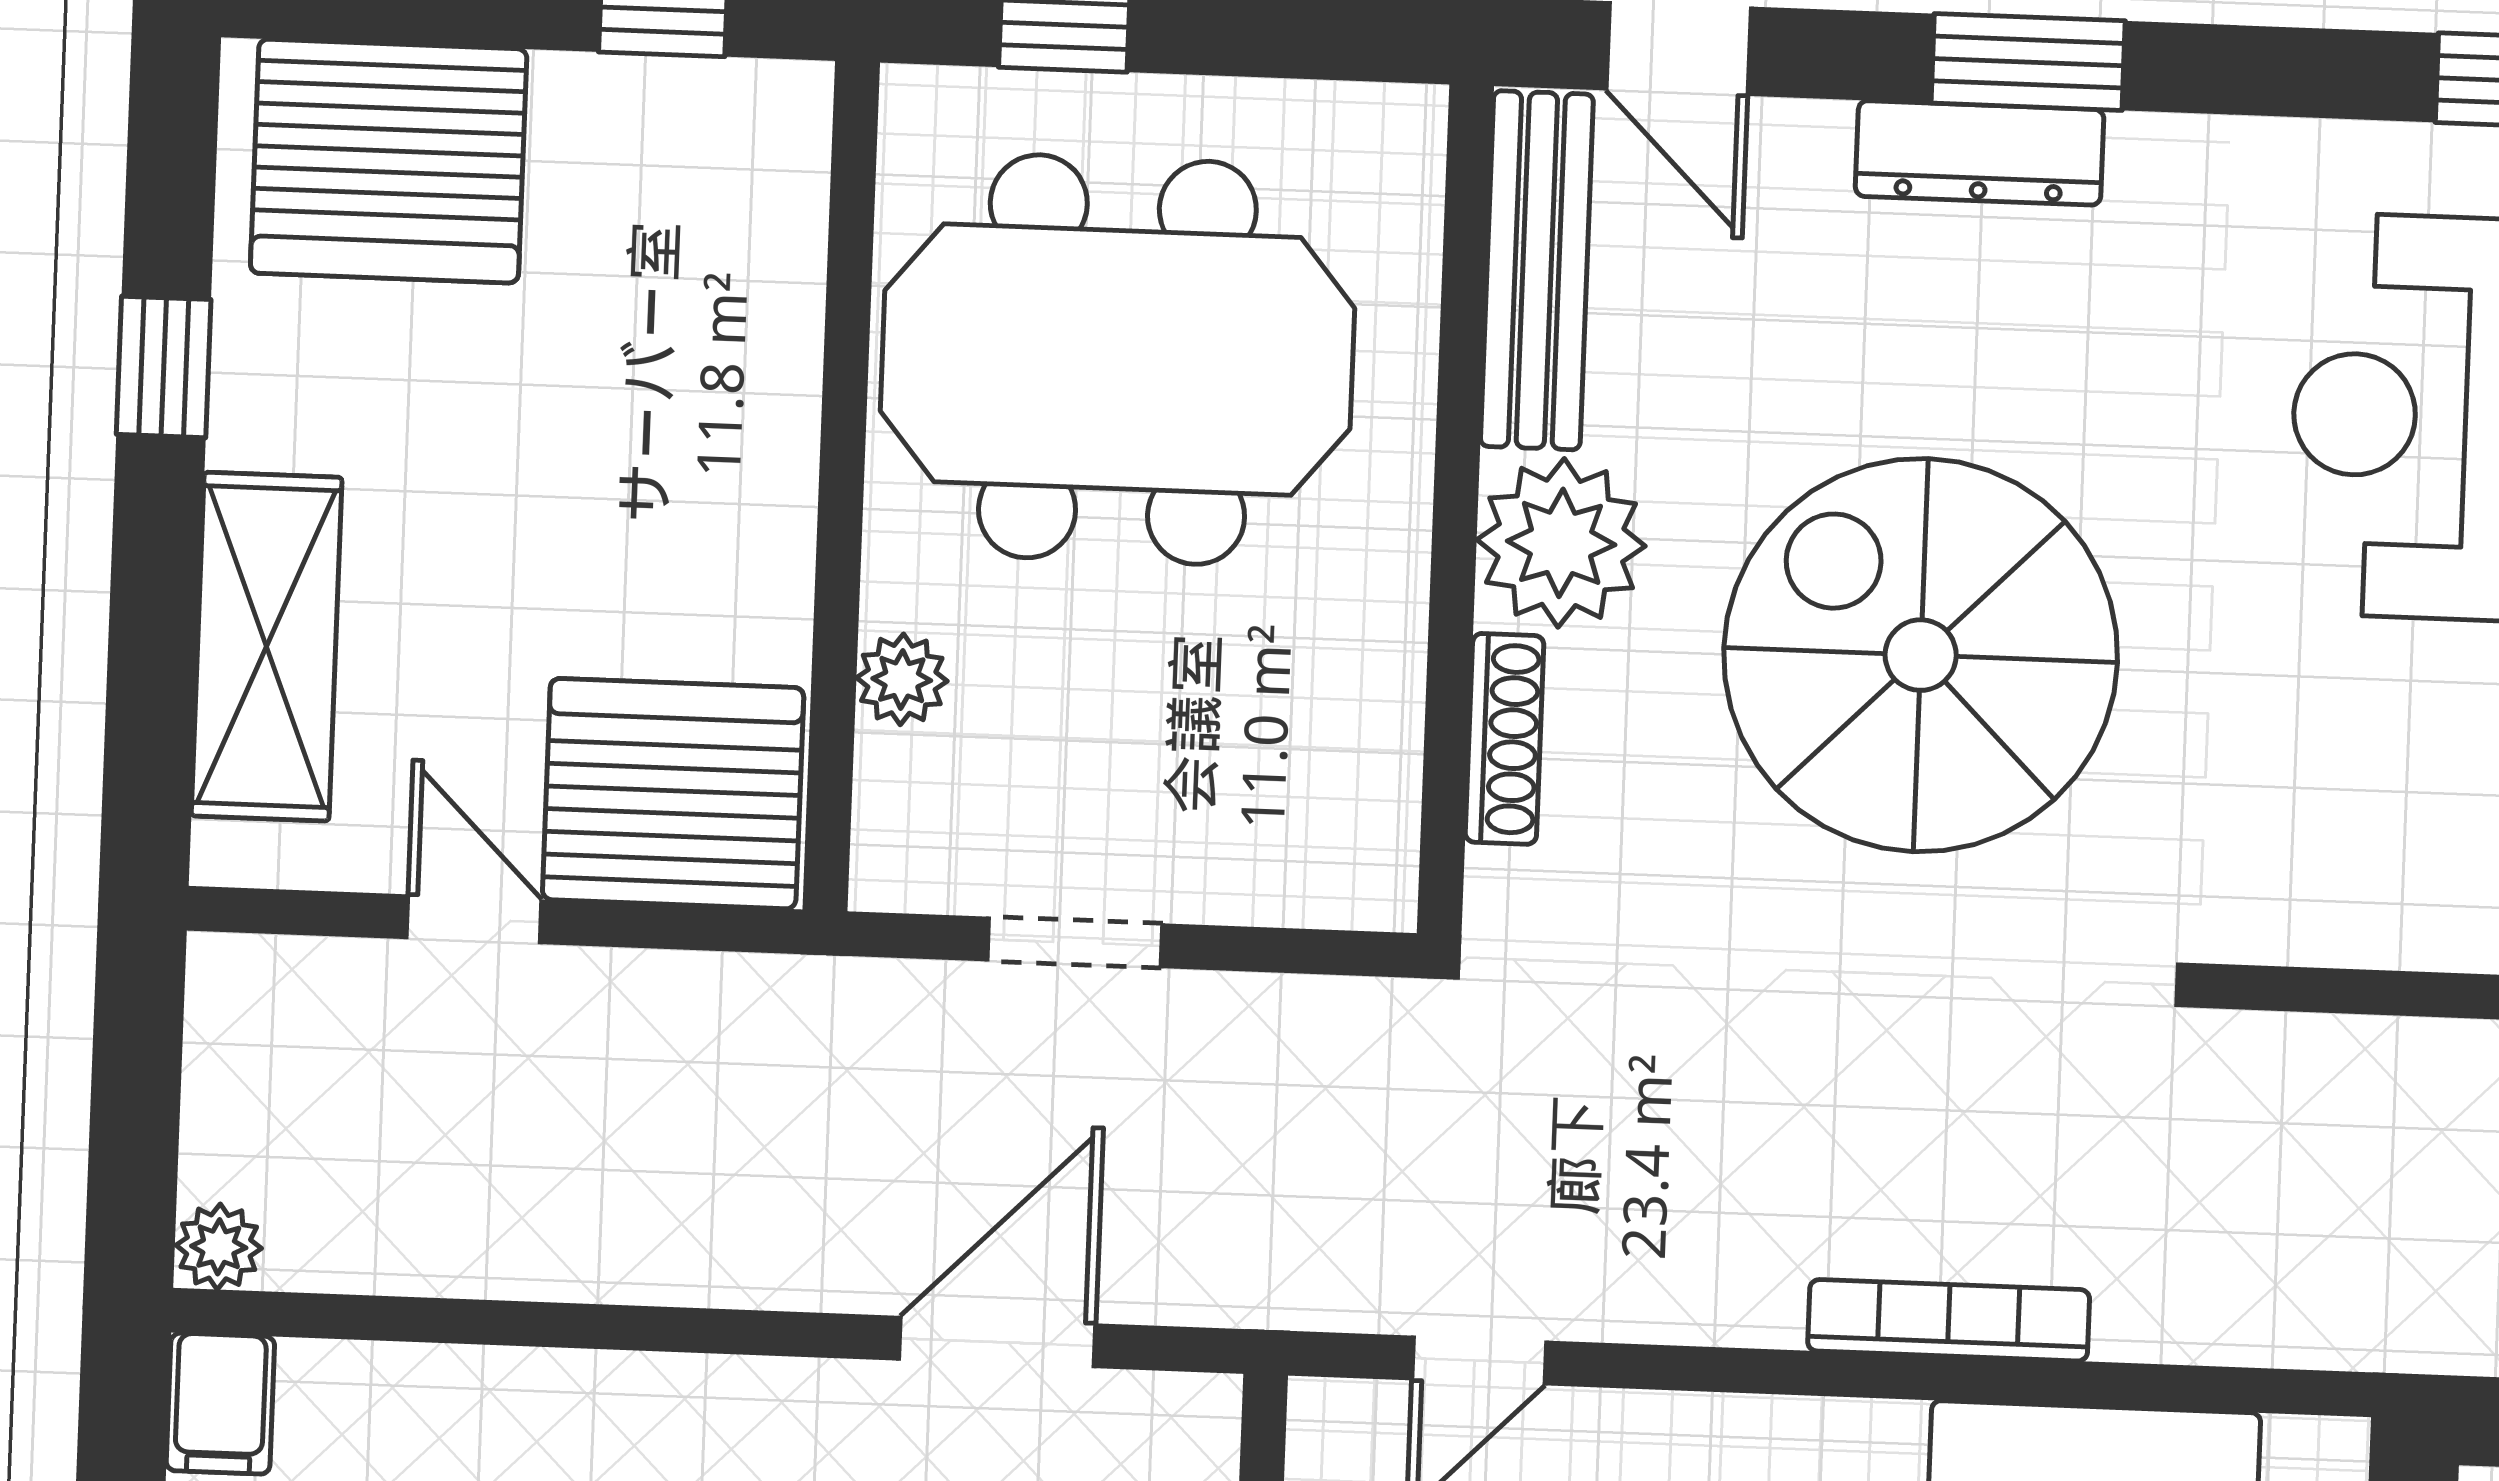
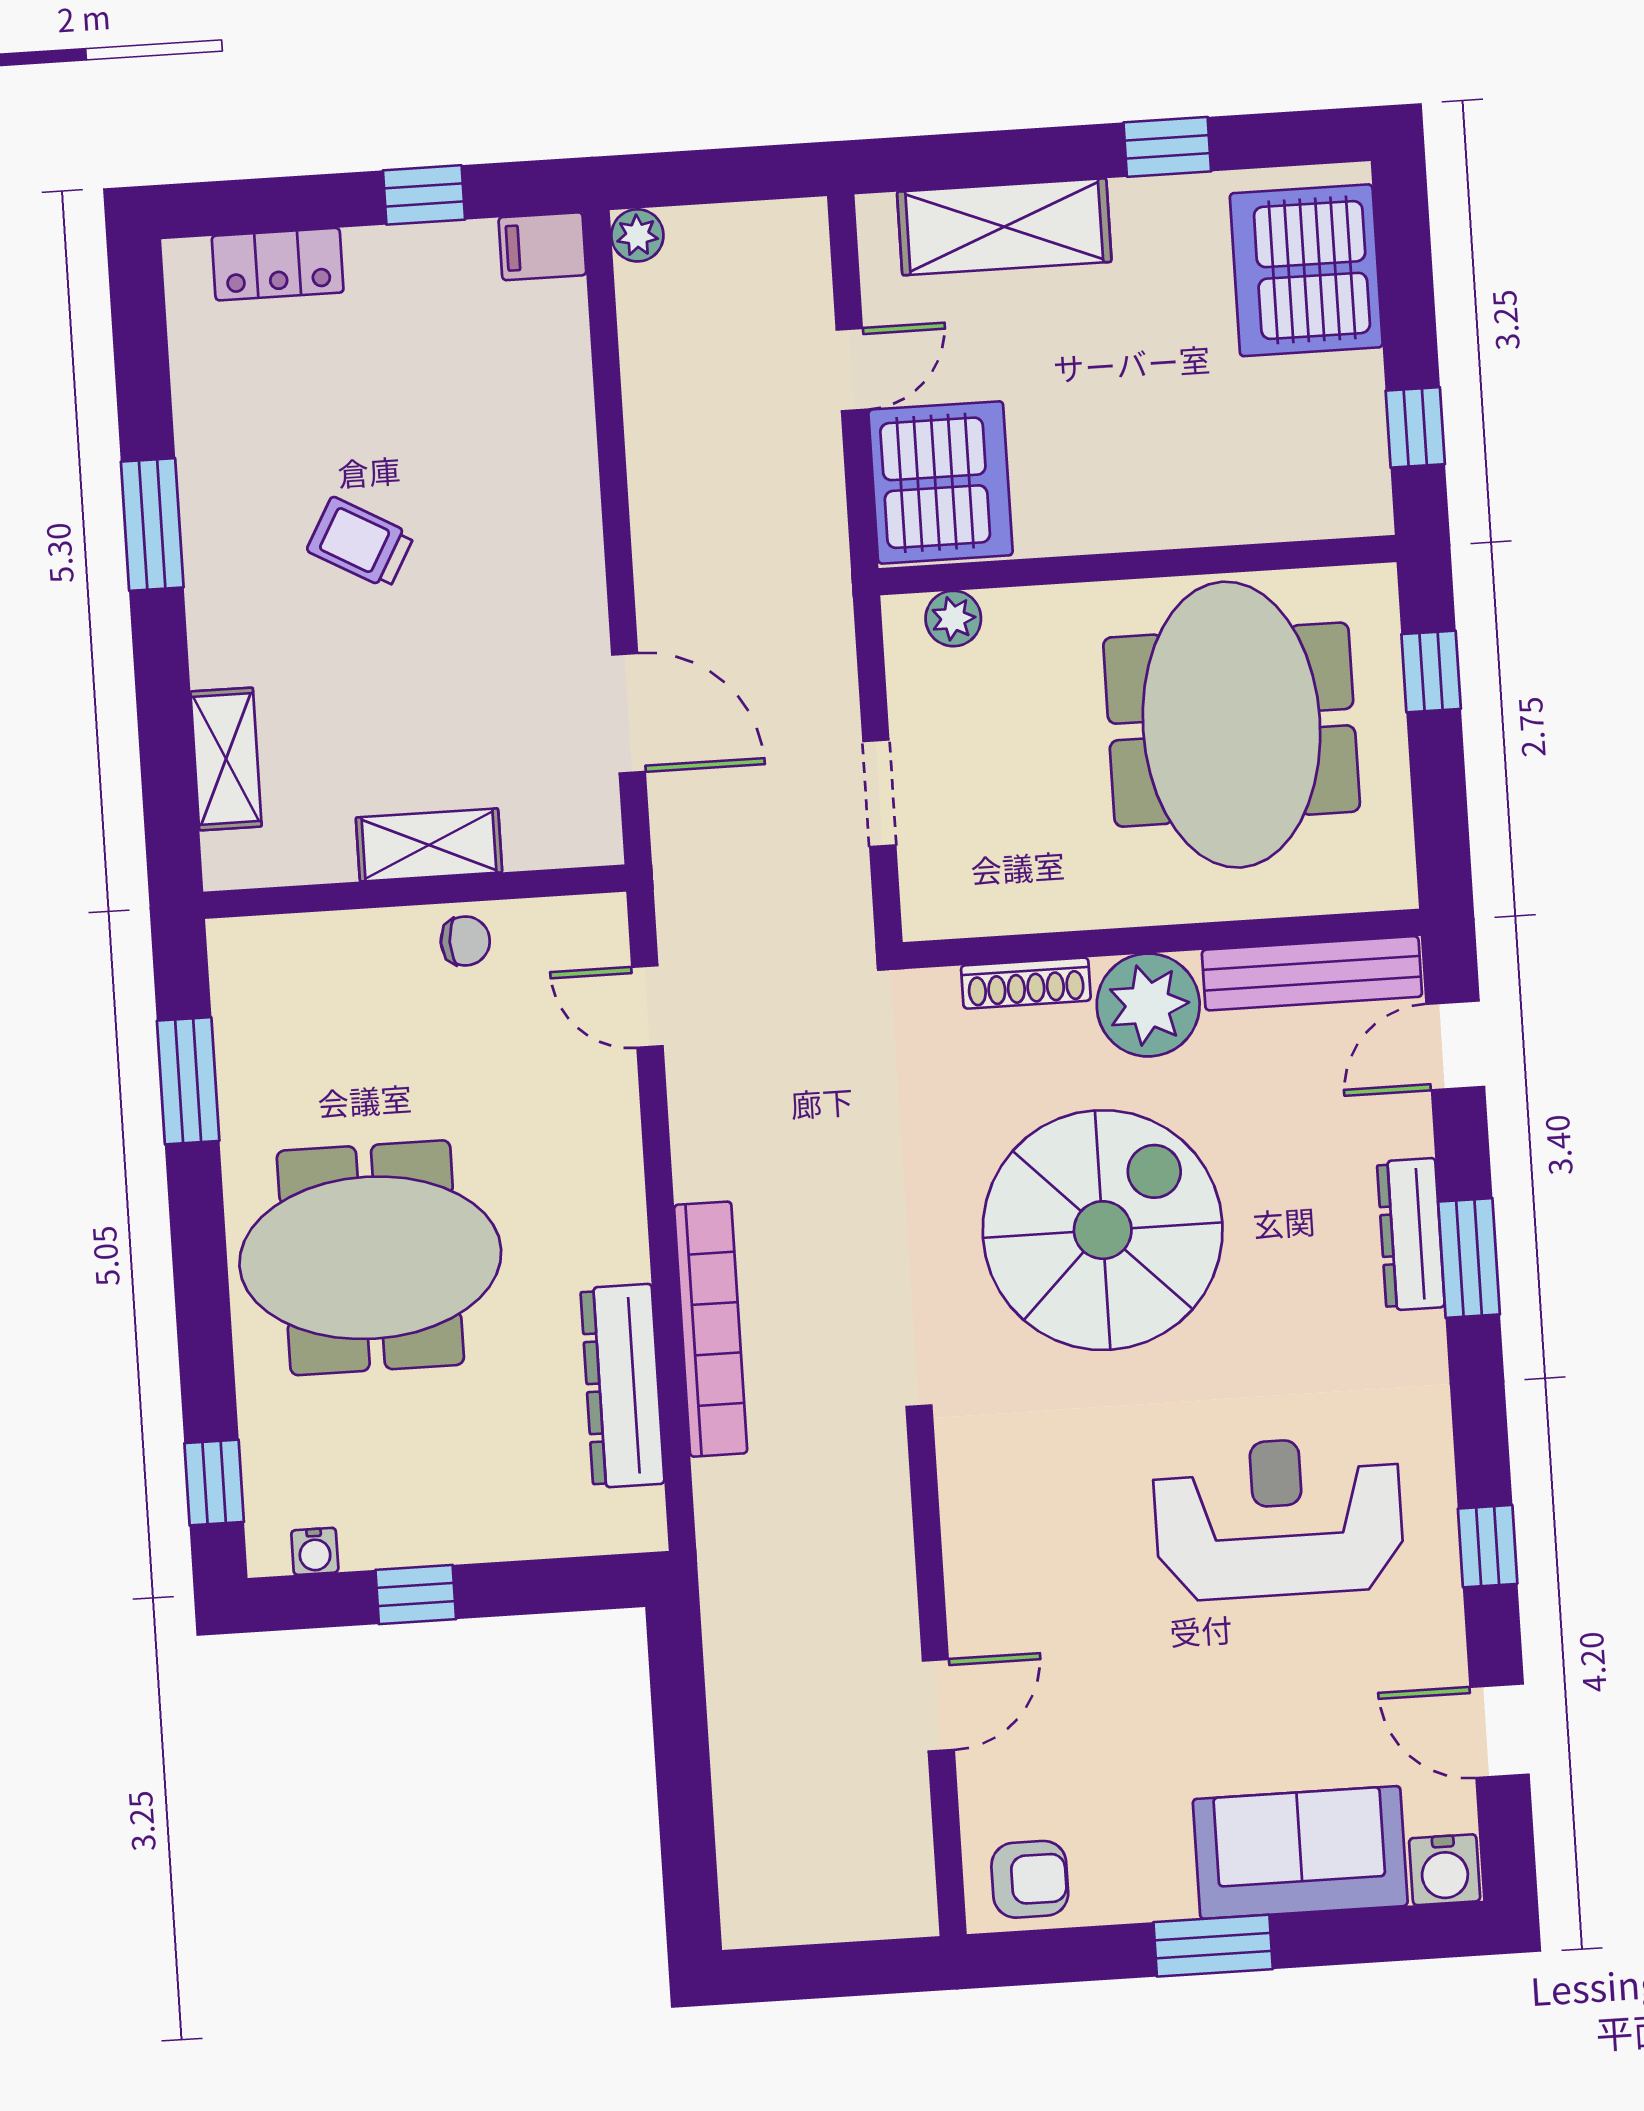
plant: (902, 679) -> (953, 618), moved
doorway: (1075, 942) -> (879, 793), moved
bookcase: (1949, 1320) -> (711, 1329), width x1.48, depth x1.31

